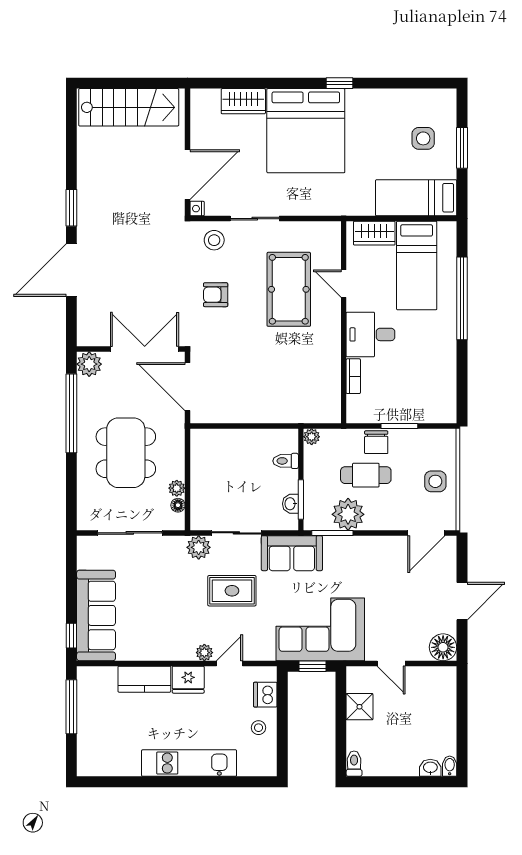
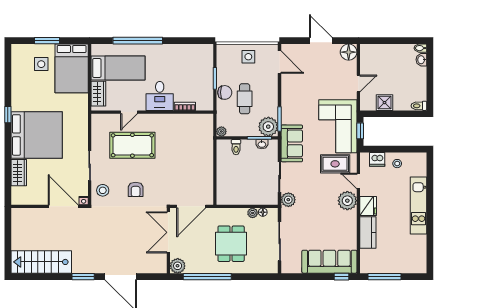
stairs: (129, 107) -> (41, 262), moved, turned -90
bed: (416, 198) -> (72, 68), width x1.50
dining table: (126, 453) -> (231, 244), width x0.73
plant: (348, 514) -> (268, 127), moved
rug: (232, 591) -> (335, 164), moved, turned 90
plant: (204, 653) -> (347, 201), width x1.88, depth x1.88

